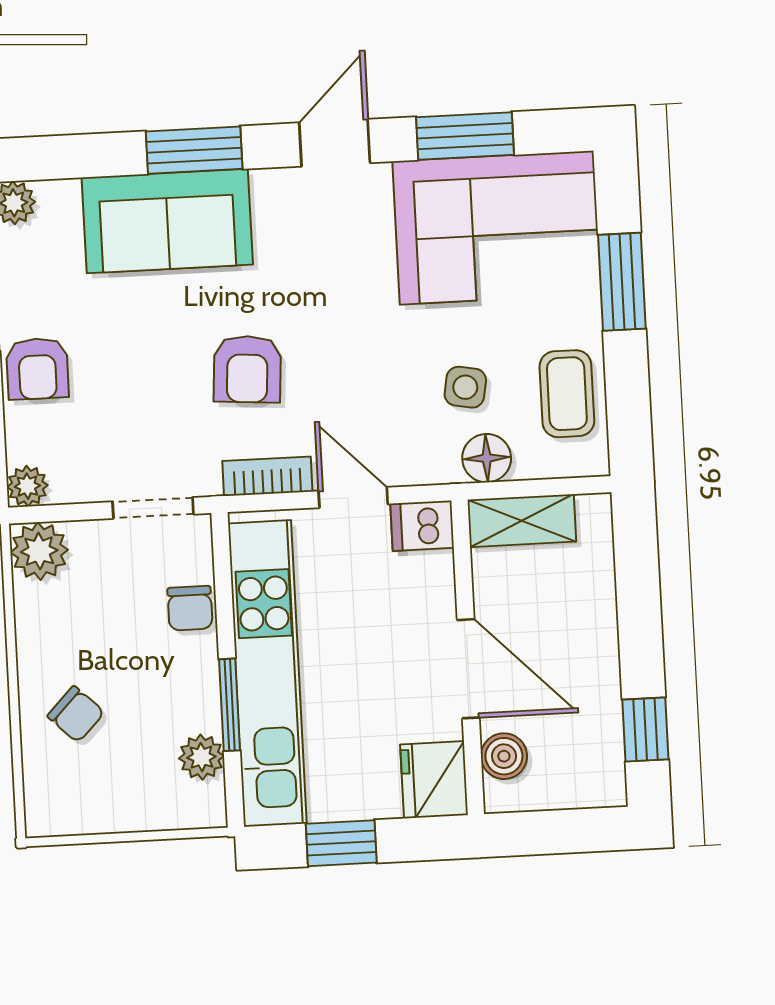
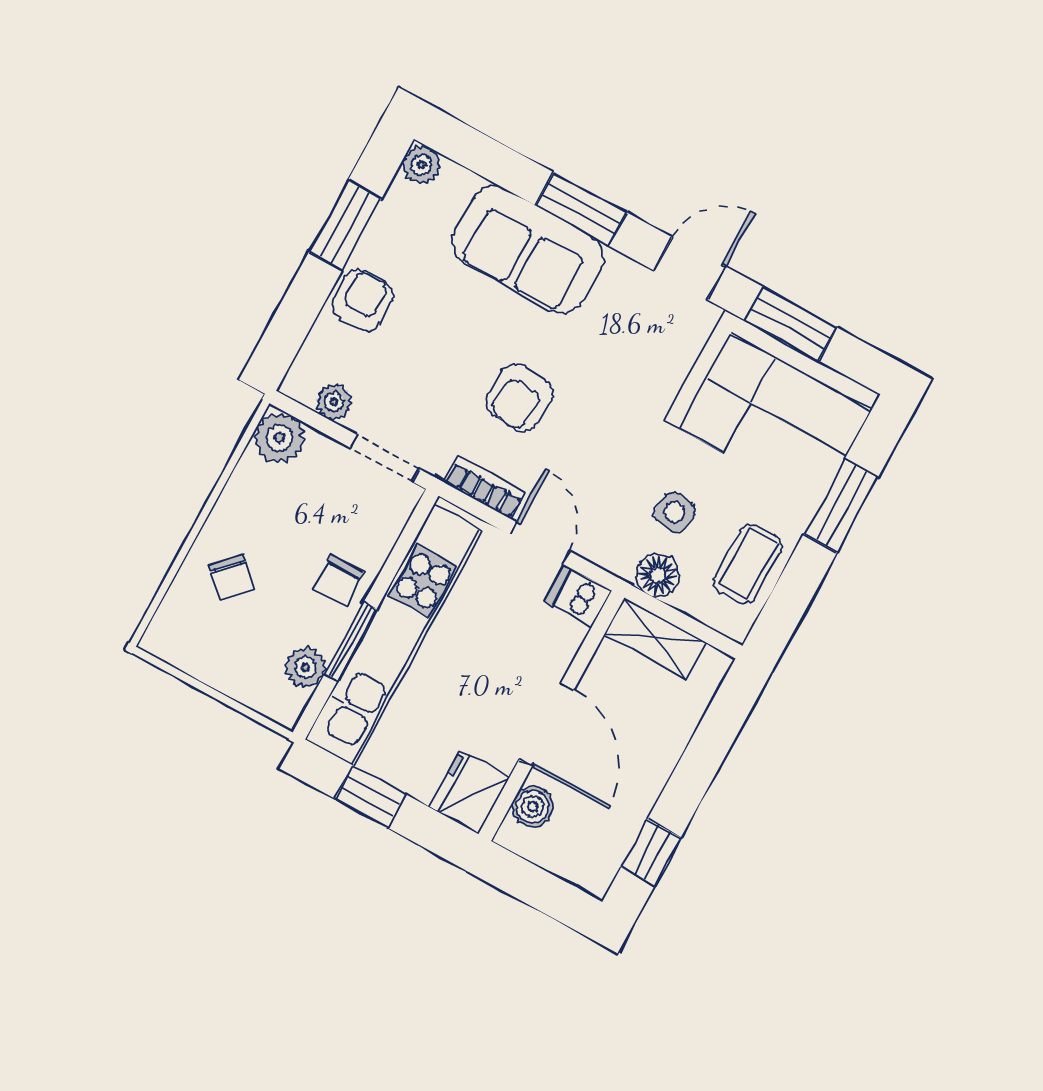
armchair: (37, 369) -> (362, 300), turned 180
plant: (27, 486) -> (334, 402), moved
chair: (190, 608) -> (338, 580), moved

